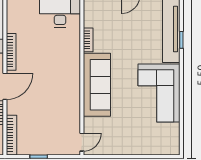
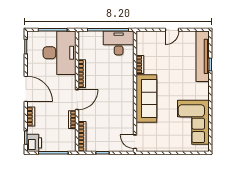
corner sofa: (159, 93) -> (193, 122), moved
door: (82, 142) -> (135, 142), swing flipped

